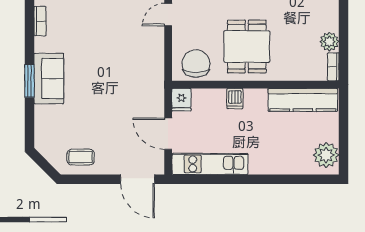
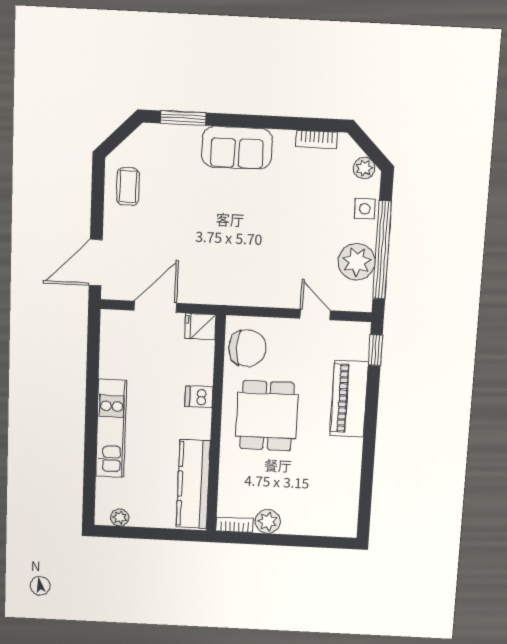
dining table: (247, 47) -> (267, 416), turned 90
window: (30, 81) -> (183, 118), moved
plant: (326, 155) -> (120, 518), width x0.53, depth x0.53
kitchen unit: (210, 164) -> (111, 429), moved

